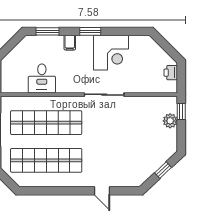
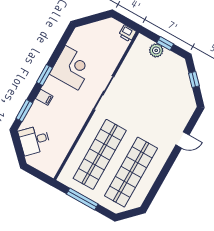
printer: (171, 73) -> (127, 33), moved
desk: (42, 78) -> (34, 140), moved, turned 135
window: (181, 112) -> (165, 43), moved

